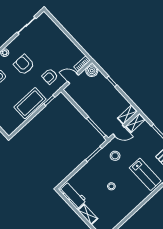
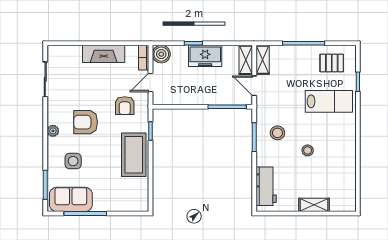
fireplace: (66, 42) -> (104, 54), added
freezer: (111, 93) -> (205, 56), added
door: (119, 131) -> (254, 86), swing flipped
stool: (115, 156) -> (277, 133), moved
workbench: (73, 195) -> (266, 186), moved, turned 90

